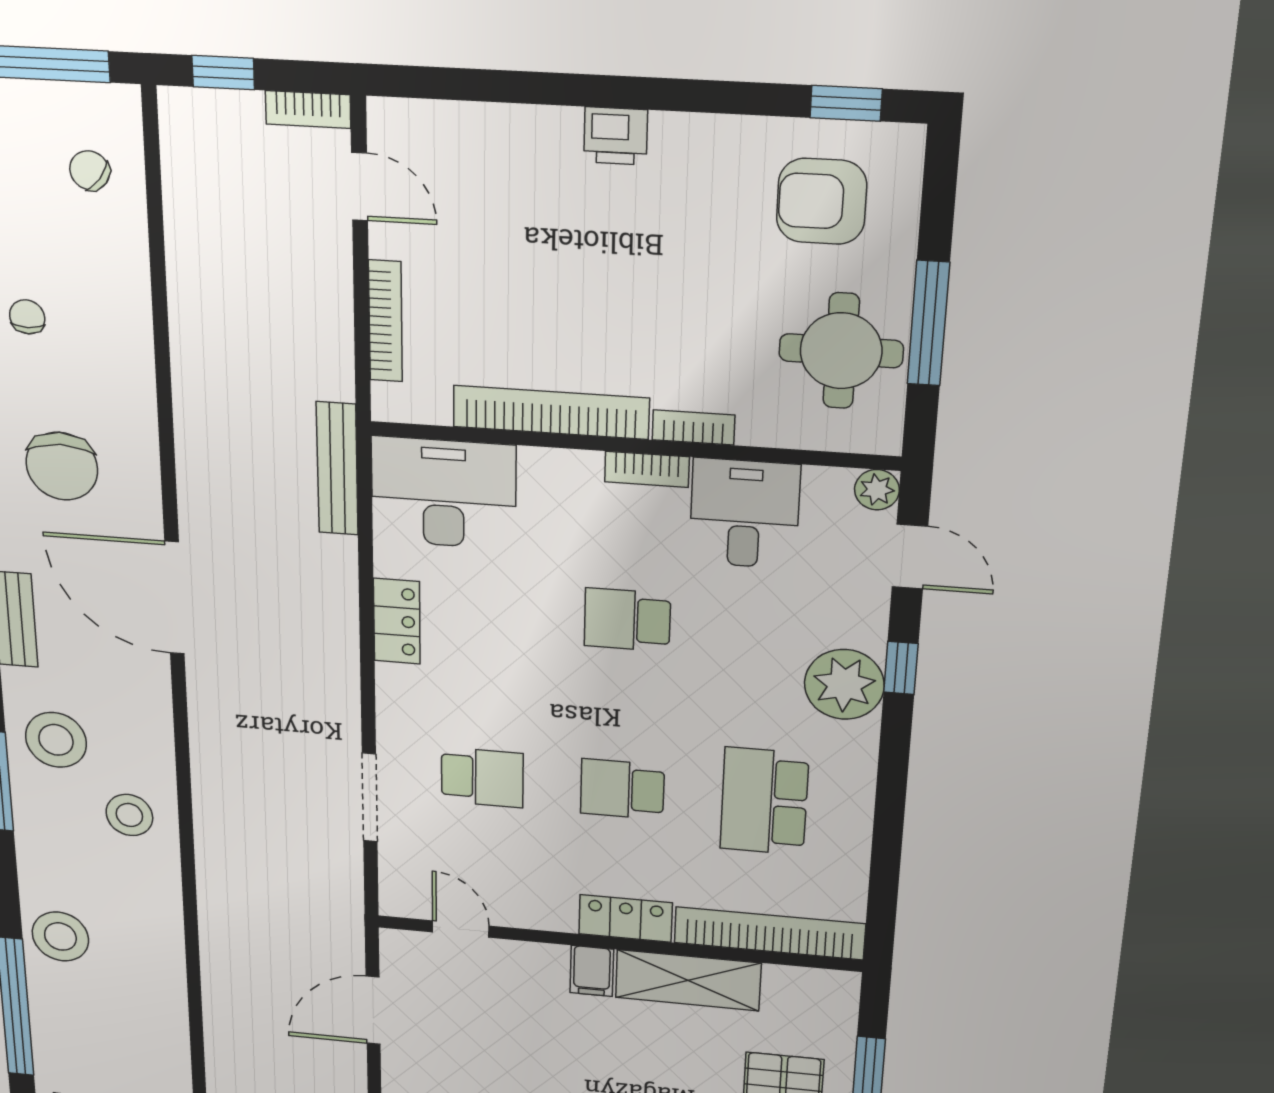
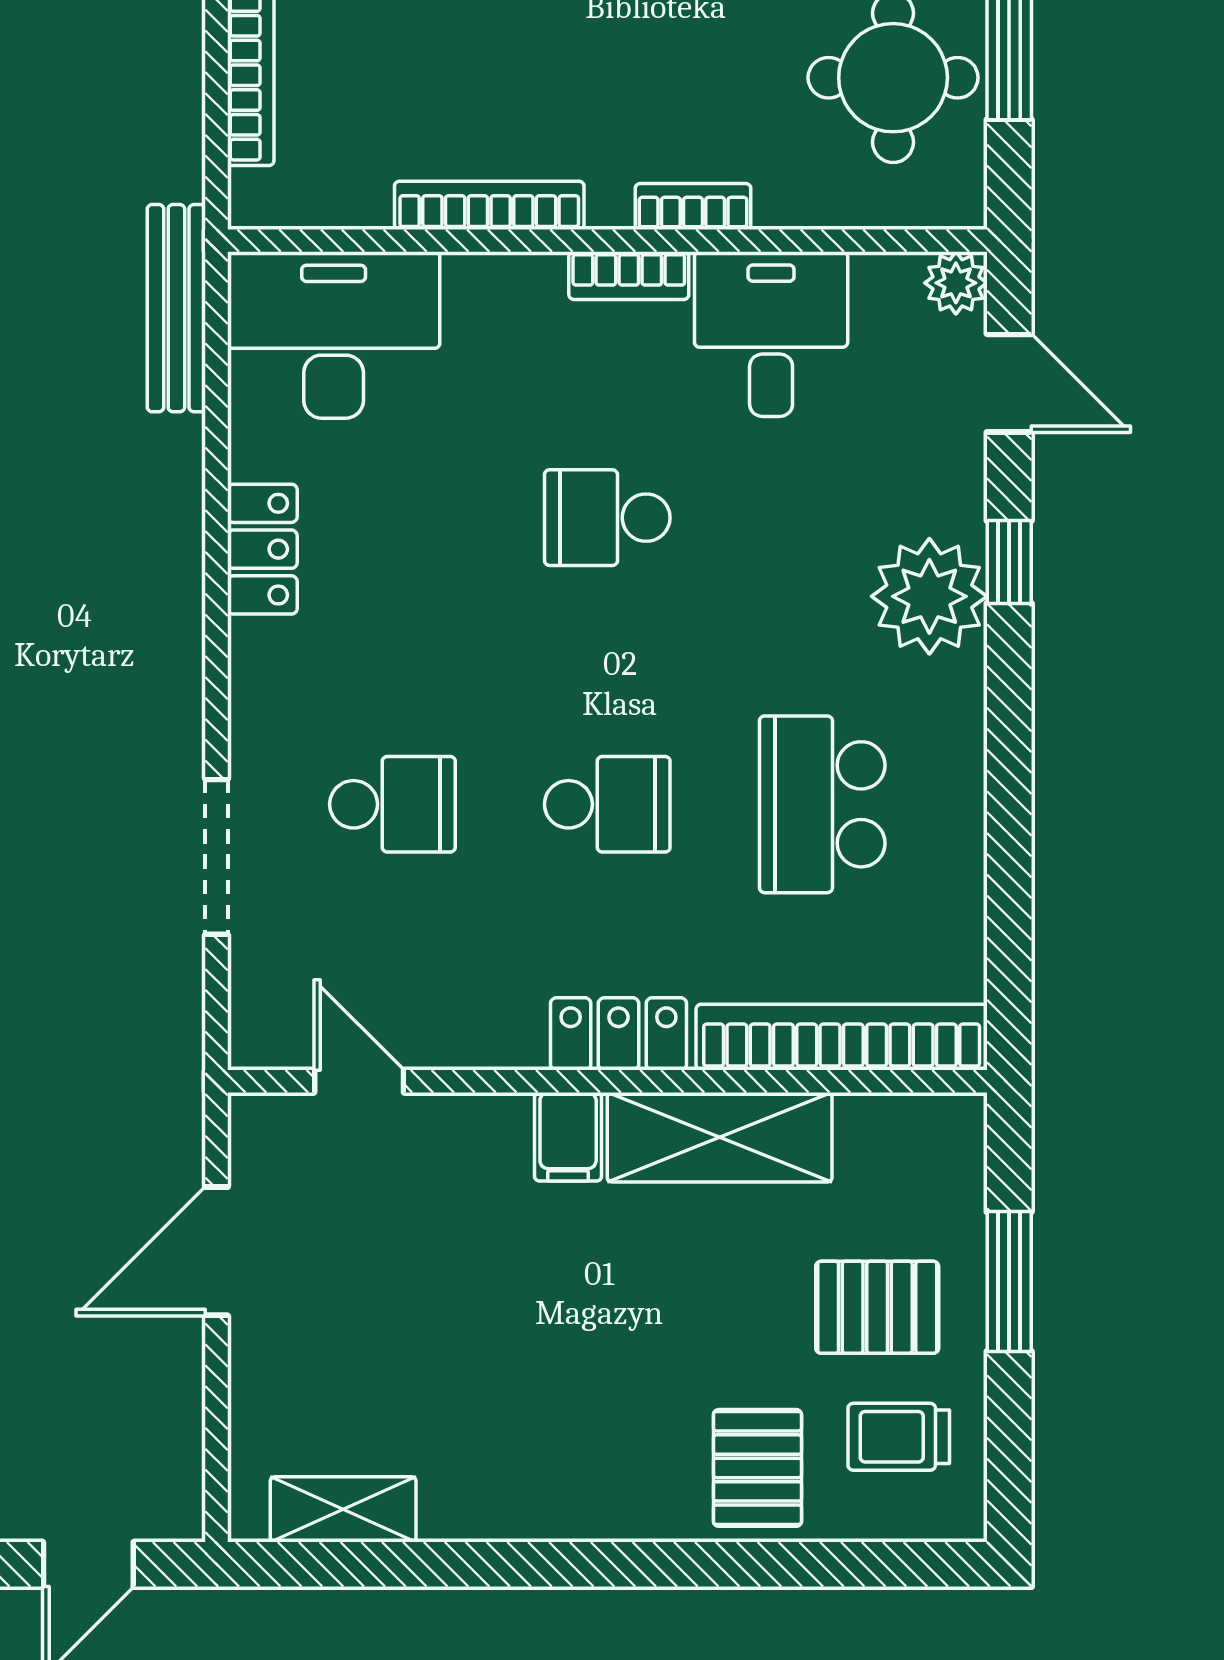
bookcase: (551, 412) -> (489, 205), width x0.68, depth x0.76
school desk: (622, 789) -> (607, 804), turned 180

